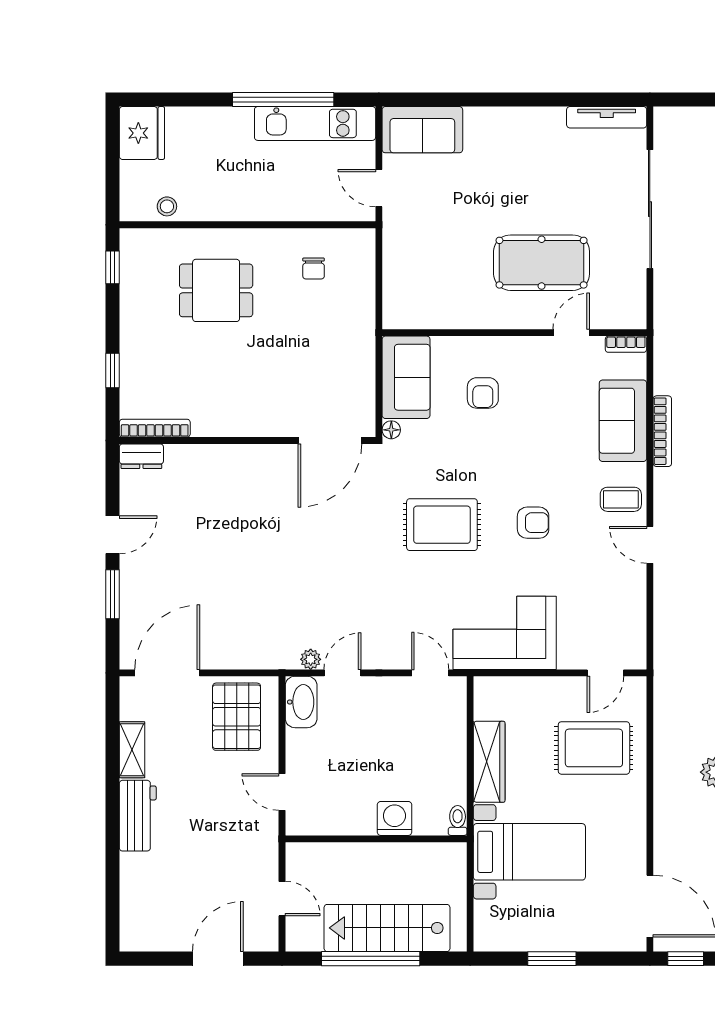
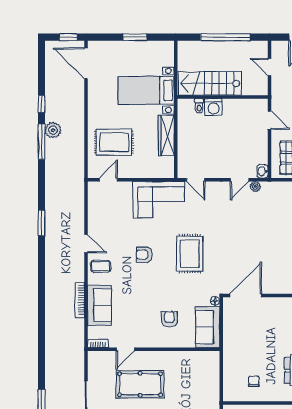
rug: (442, 525) -> (190, 254), turned 90
washbasin: (301, 702) -> (262, 171), width x0.52, depth x0.69
toilet: (458, 820) -> (199, 106), moved
stairs: (387, 928) -> (210, 83), moved, turned 180

